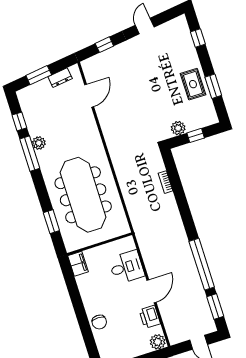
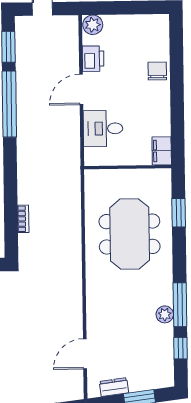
meeting table: (83, 195) -> (130, 234), width x0.73

